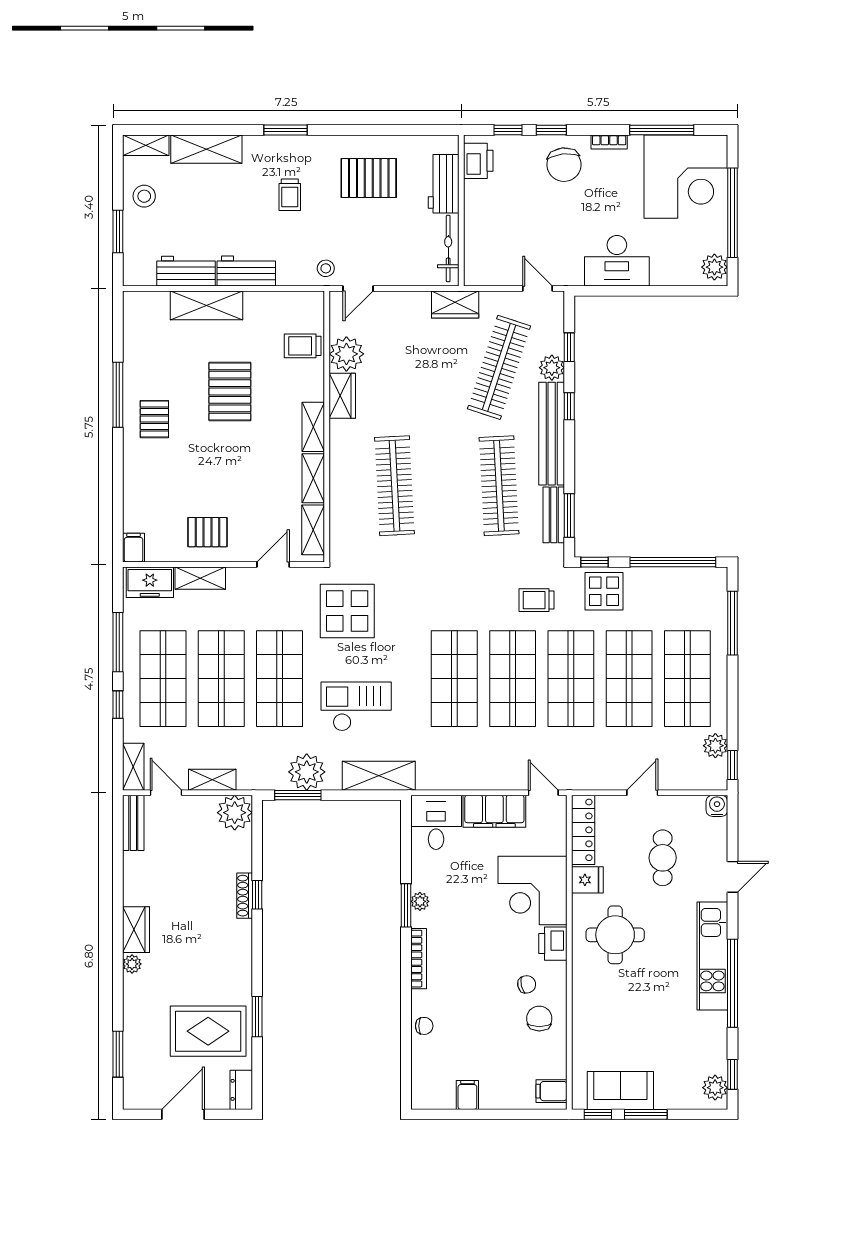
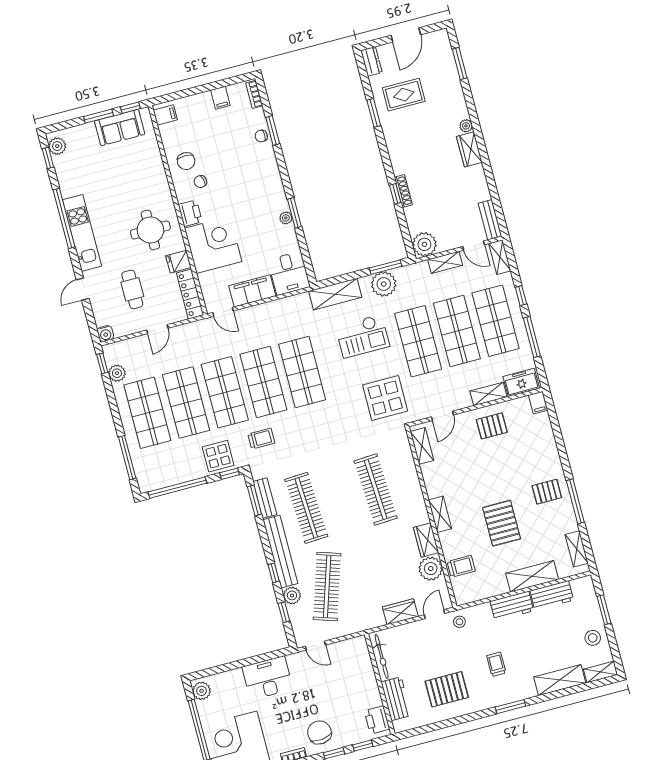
wardrobe: (455, 304) -> (400, 612), moved
pallet: (154, 419) -> (547, 492), turned 90
shelving: (313, 478) -> (577, 549), moved
bookcase: (419, 959) -> (254, 94), moved, width x0.64
window: (406, 1029) -> (273, 131), added
rug: (208, 1031) -> (404, 95), width x0.73, depth x0.70

